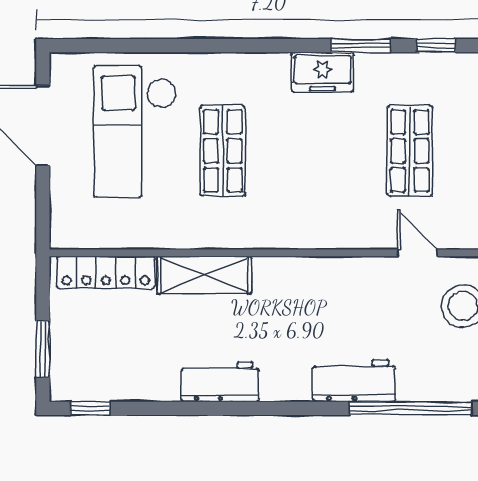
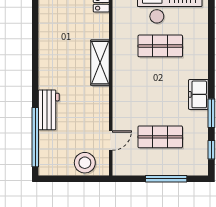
shelving: (204, 275) -> (100, 63), moved
workbench: (220, 382) -> (48, 45), removed

